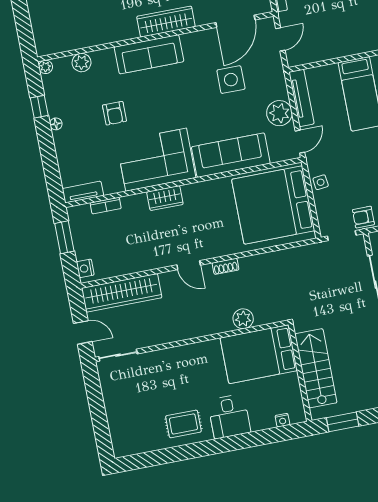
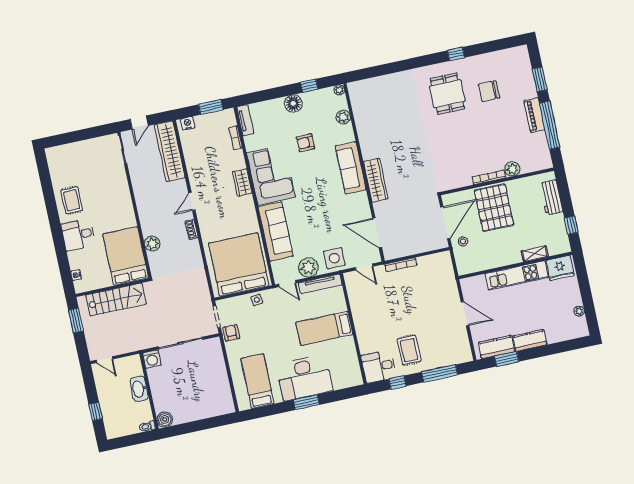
side table: (231, 80) -> (334, 258), moved
floor lamp: (56, 124) -> (293, 103), width x1.89, depth x1.89

